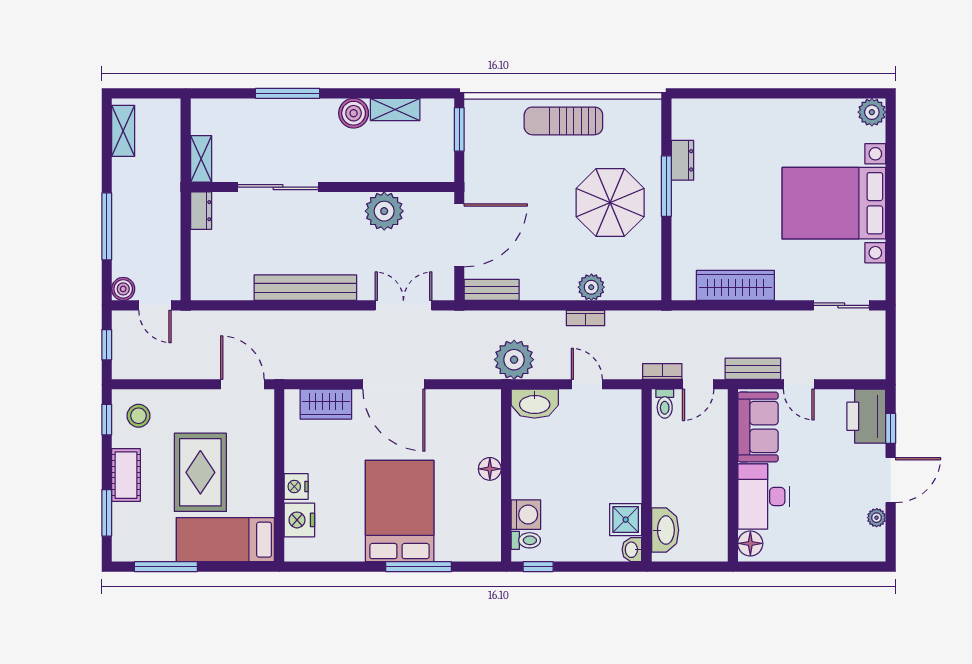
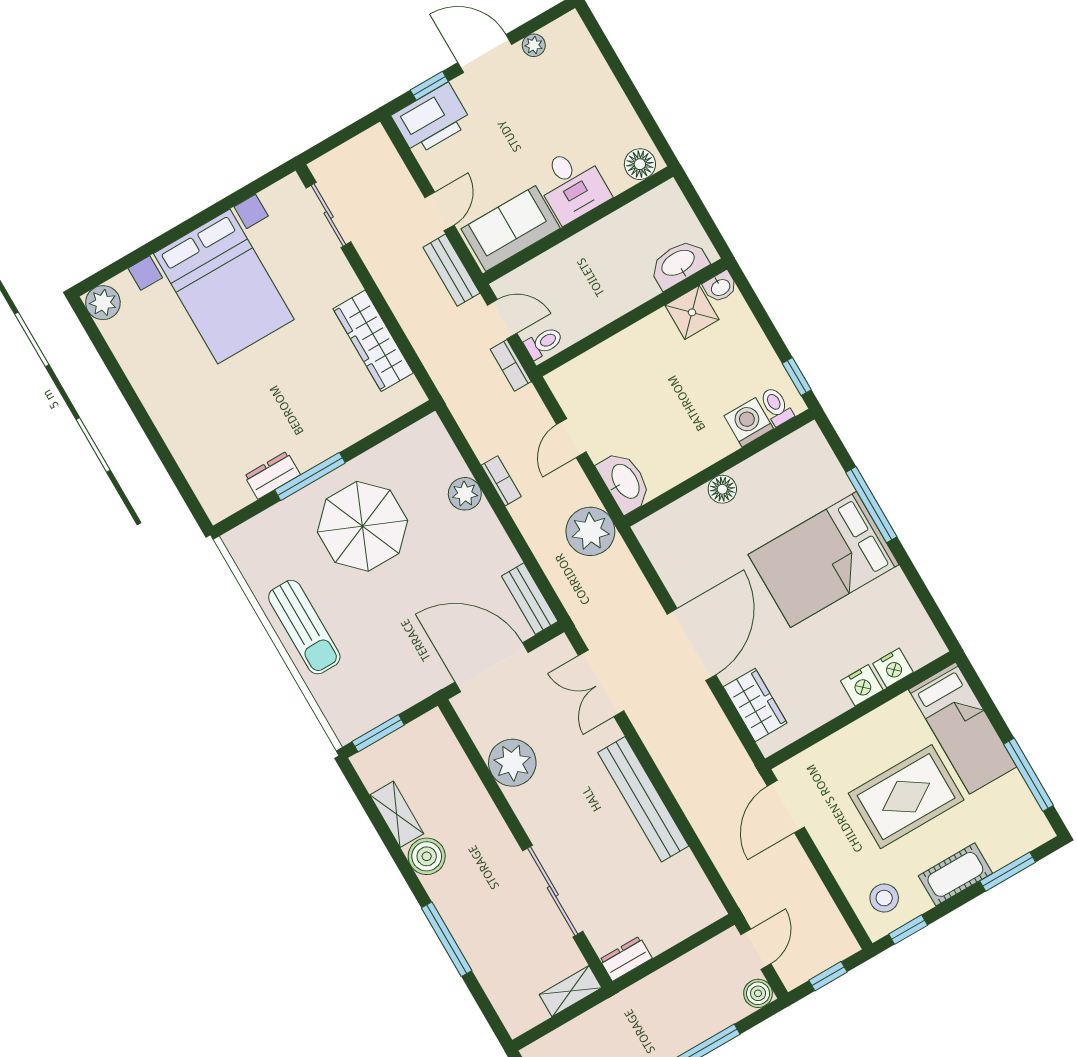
desk: (763, 496) -> (572, 185), width x0.73
nightstand: (299, 520) -> (893, 668), width x0.74, depth x0.75

